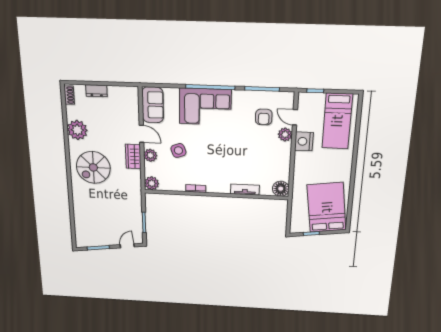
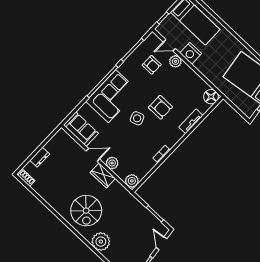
plant: (77, 130) -> (101, 242), moved
side table: (178, 150) -> (137, 118), moved
armchair: (234, 155) -> (160, 107), added

